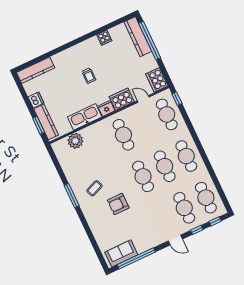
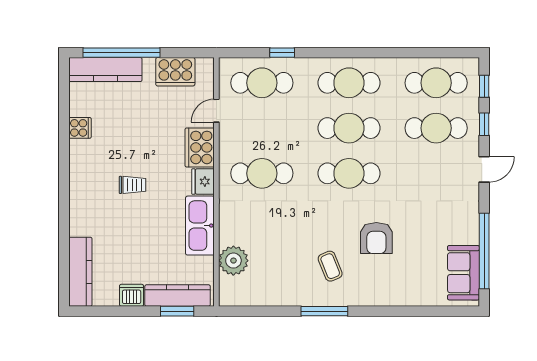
cooker: (157, 80) -> (175, 72), moved
window: (177, 99) -> (282, 53), moved

